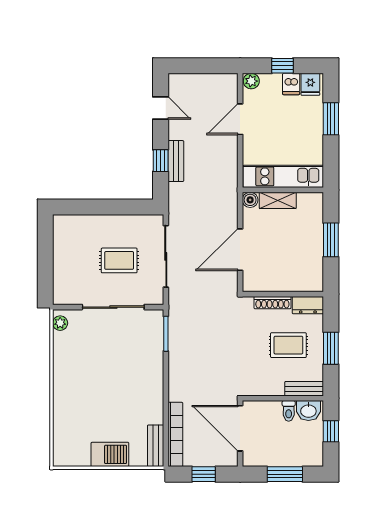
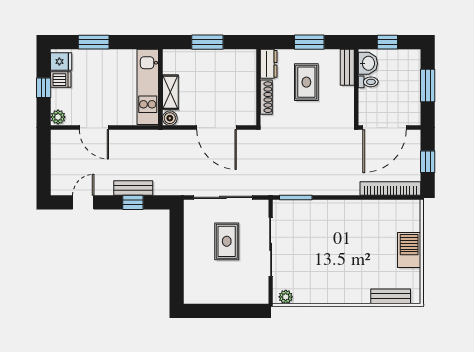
bench: (156, 446) -> (391, 296), moved

